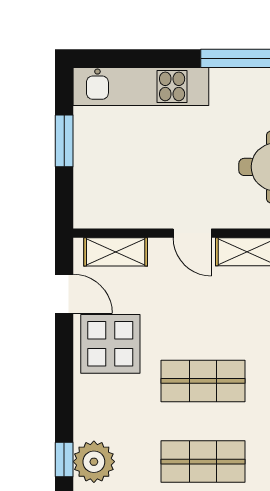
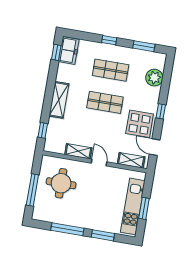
window: (152, 58) -> (103, 235), added
kitchen unit: (141, 86) -> (133, 206), moved, turned -90
window: (64, 460) -> (161, 111), moved

